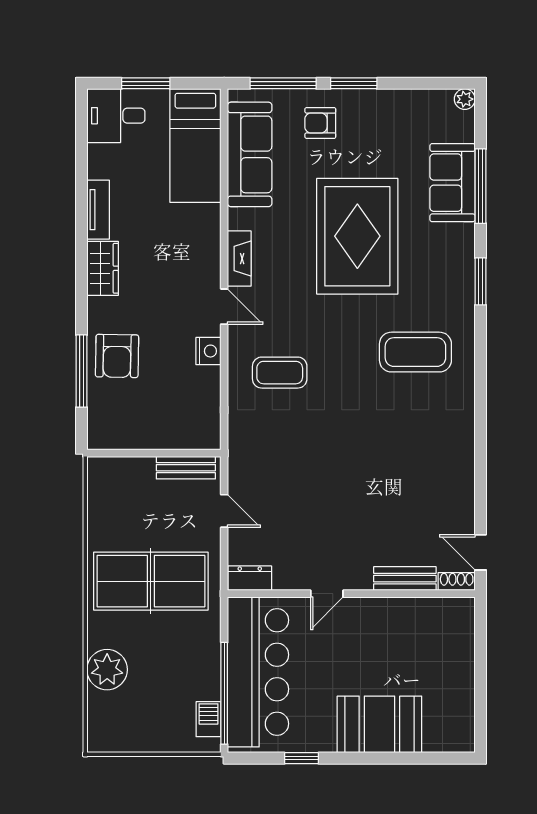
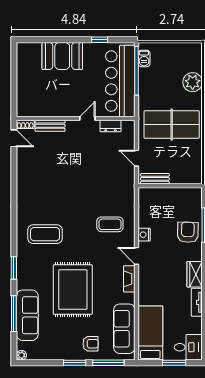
sofa: (453, 183) -> (27, 315), width x1.36
dresser: (250, 578) -> (110, 126), moved

